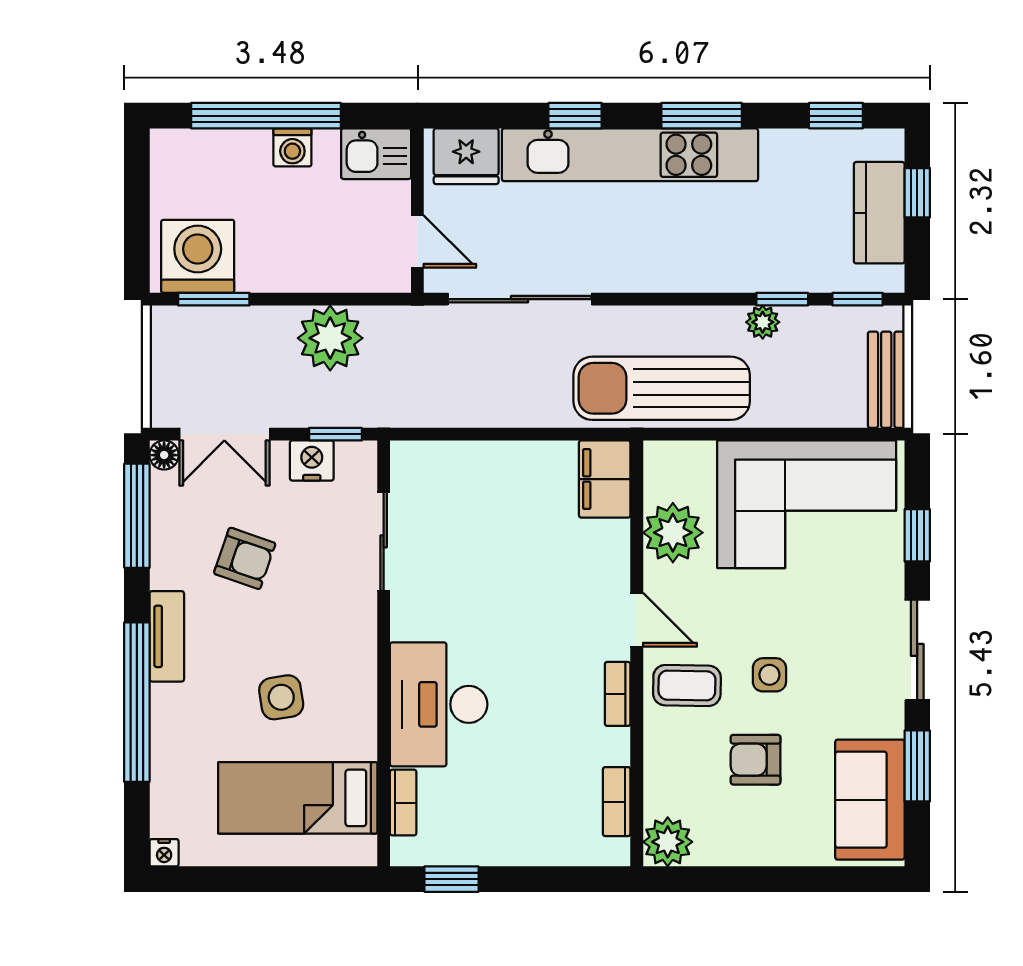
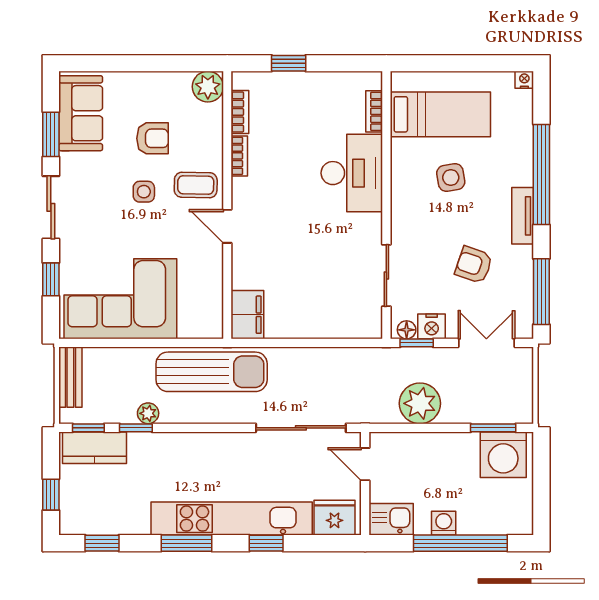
kitchen counter: (879, 213) -> (94, 448), moved, turned 90
floor lamp: (164, 455) -> (407, 330), moved
plant: (673, 533) -> (205, 281), removed
bookcase: (618, 694) -> (239, 156), moved
window: (451, 879) -> (289, 63), moved

